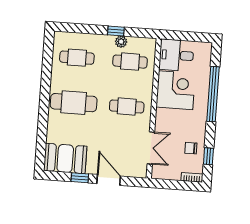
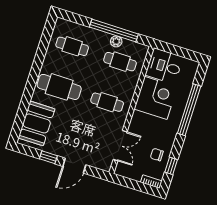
window: (116, 31) -> (114, 31), width x3.17
booth: (65, 158) -> (37, 123), moved, turned 90
door: (109, 180) -> (74, 166), swing flipped

